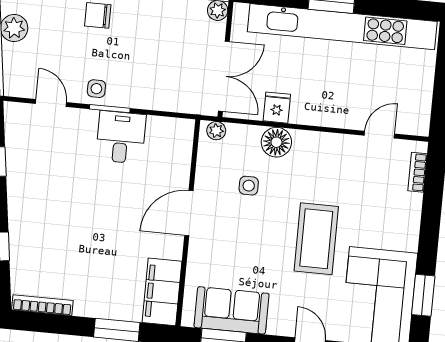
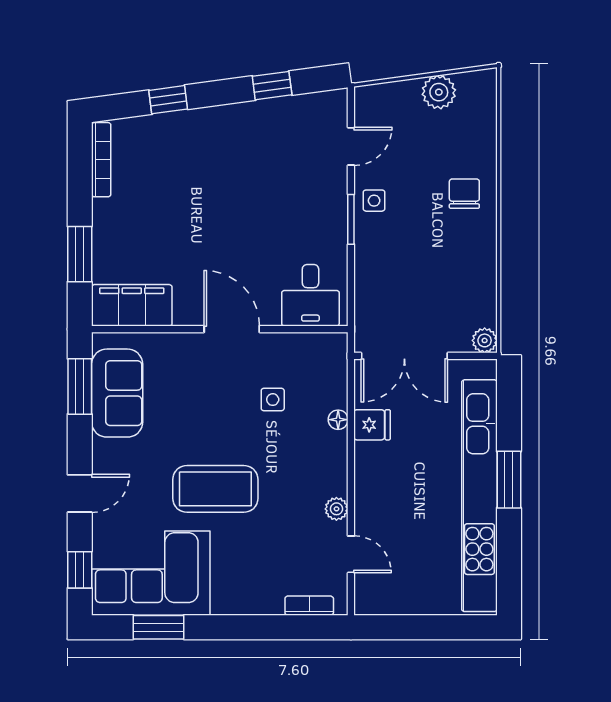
plant: (216, 131) -> (336, 509), moved
desk: (121, 137) -> (310, 295), moved, turned 90
floor lamp: (276, 142) -> (338, 420), width x0.53, depth x0.53

